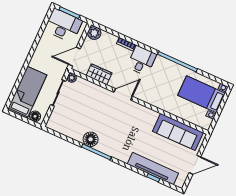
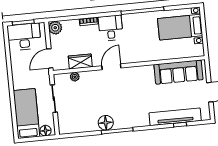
plant: (72, 78) -> (75, 77), moved

